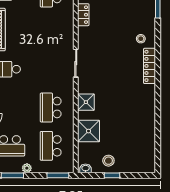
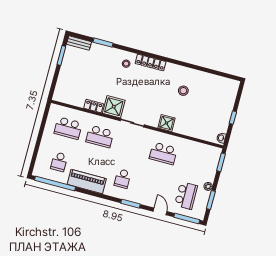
shower: (88, 131) -> (114, 107), moved
school desk: (51, 146) -> (100, 136), moved
stool: (108, 161) -> (183, 91), moved

